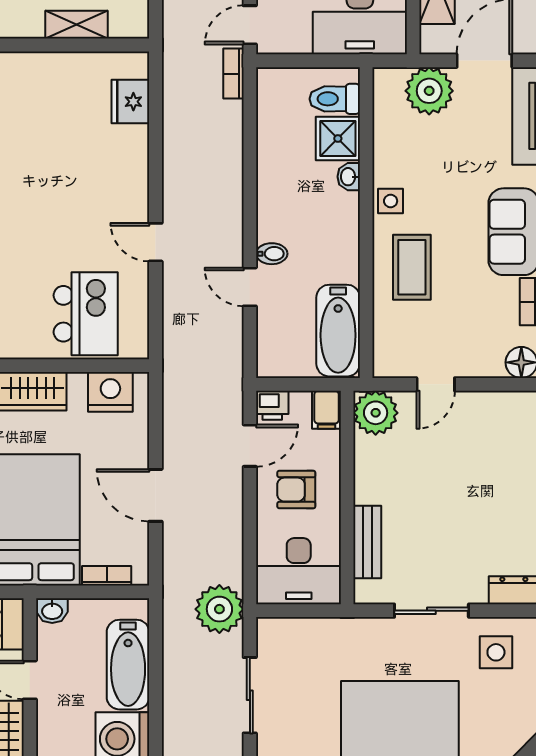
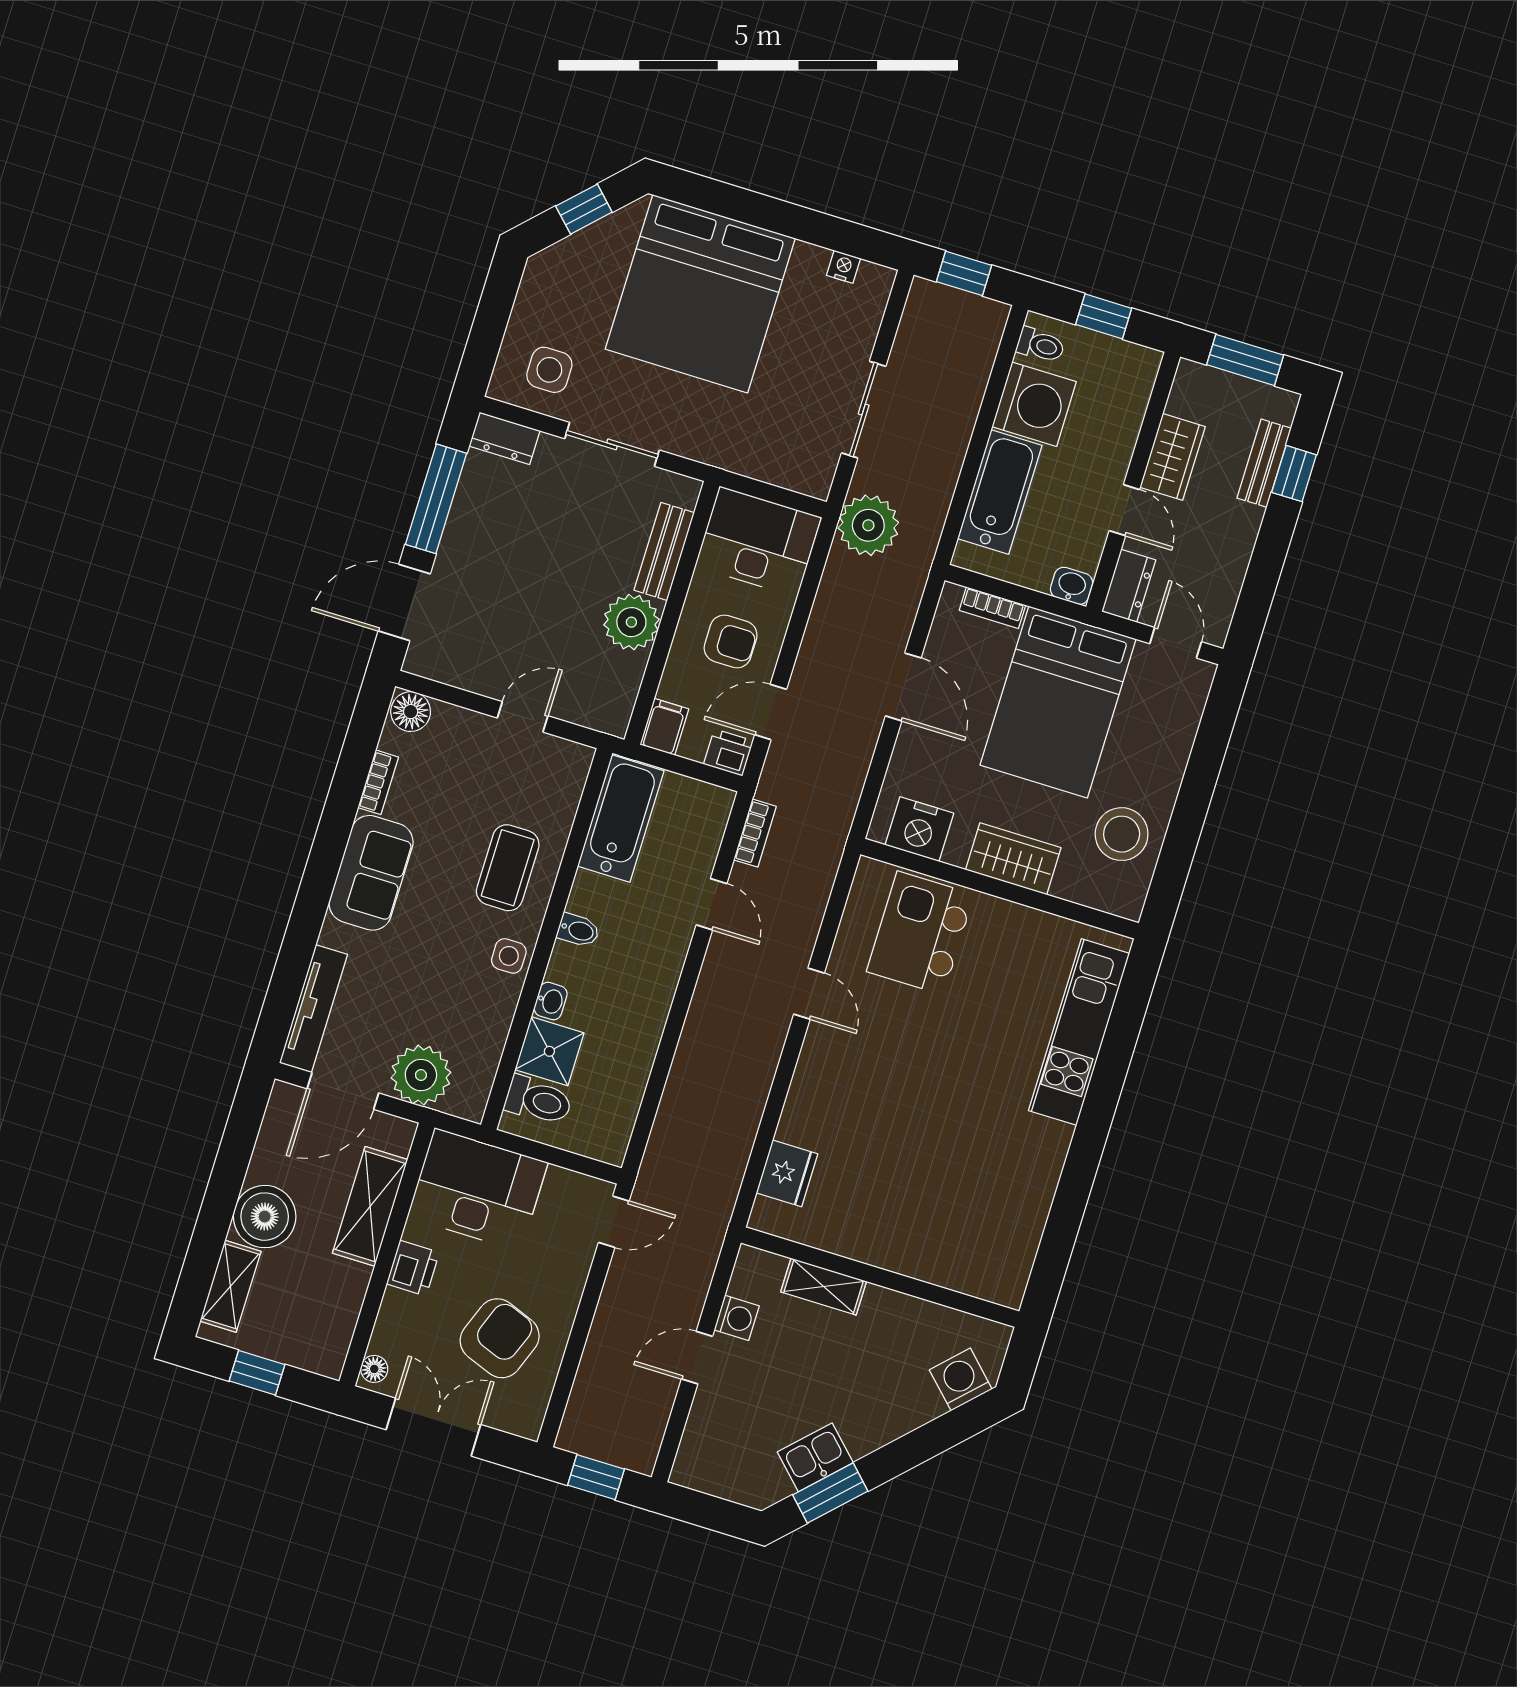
bookcase: (233, 74) -> (755, 833), moved
bidet: (272, 254) -> (578, 930), moved, turned 180
plant: (376, 413) -> (631, 622), moved

